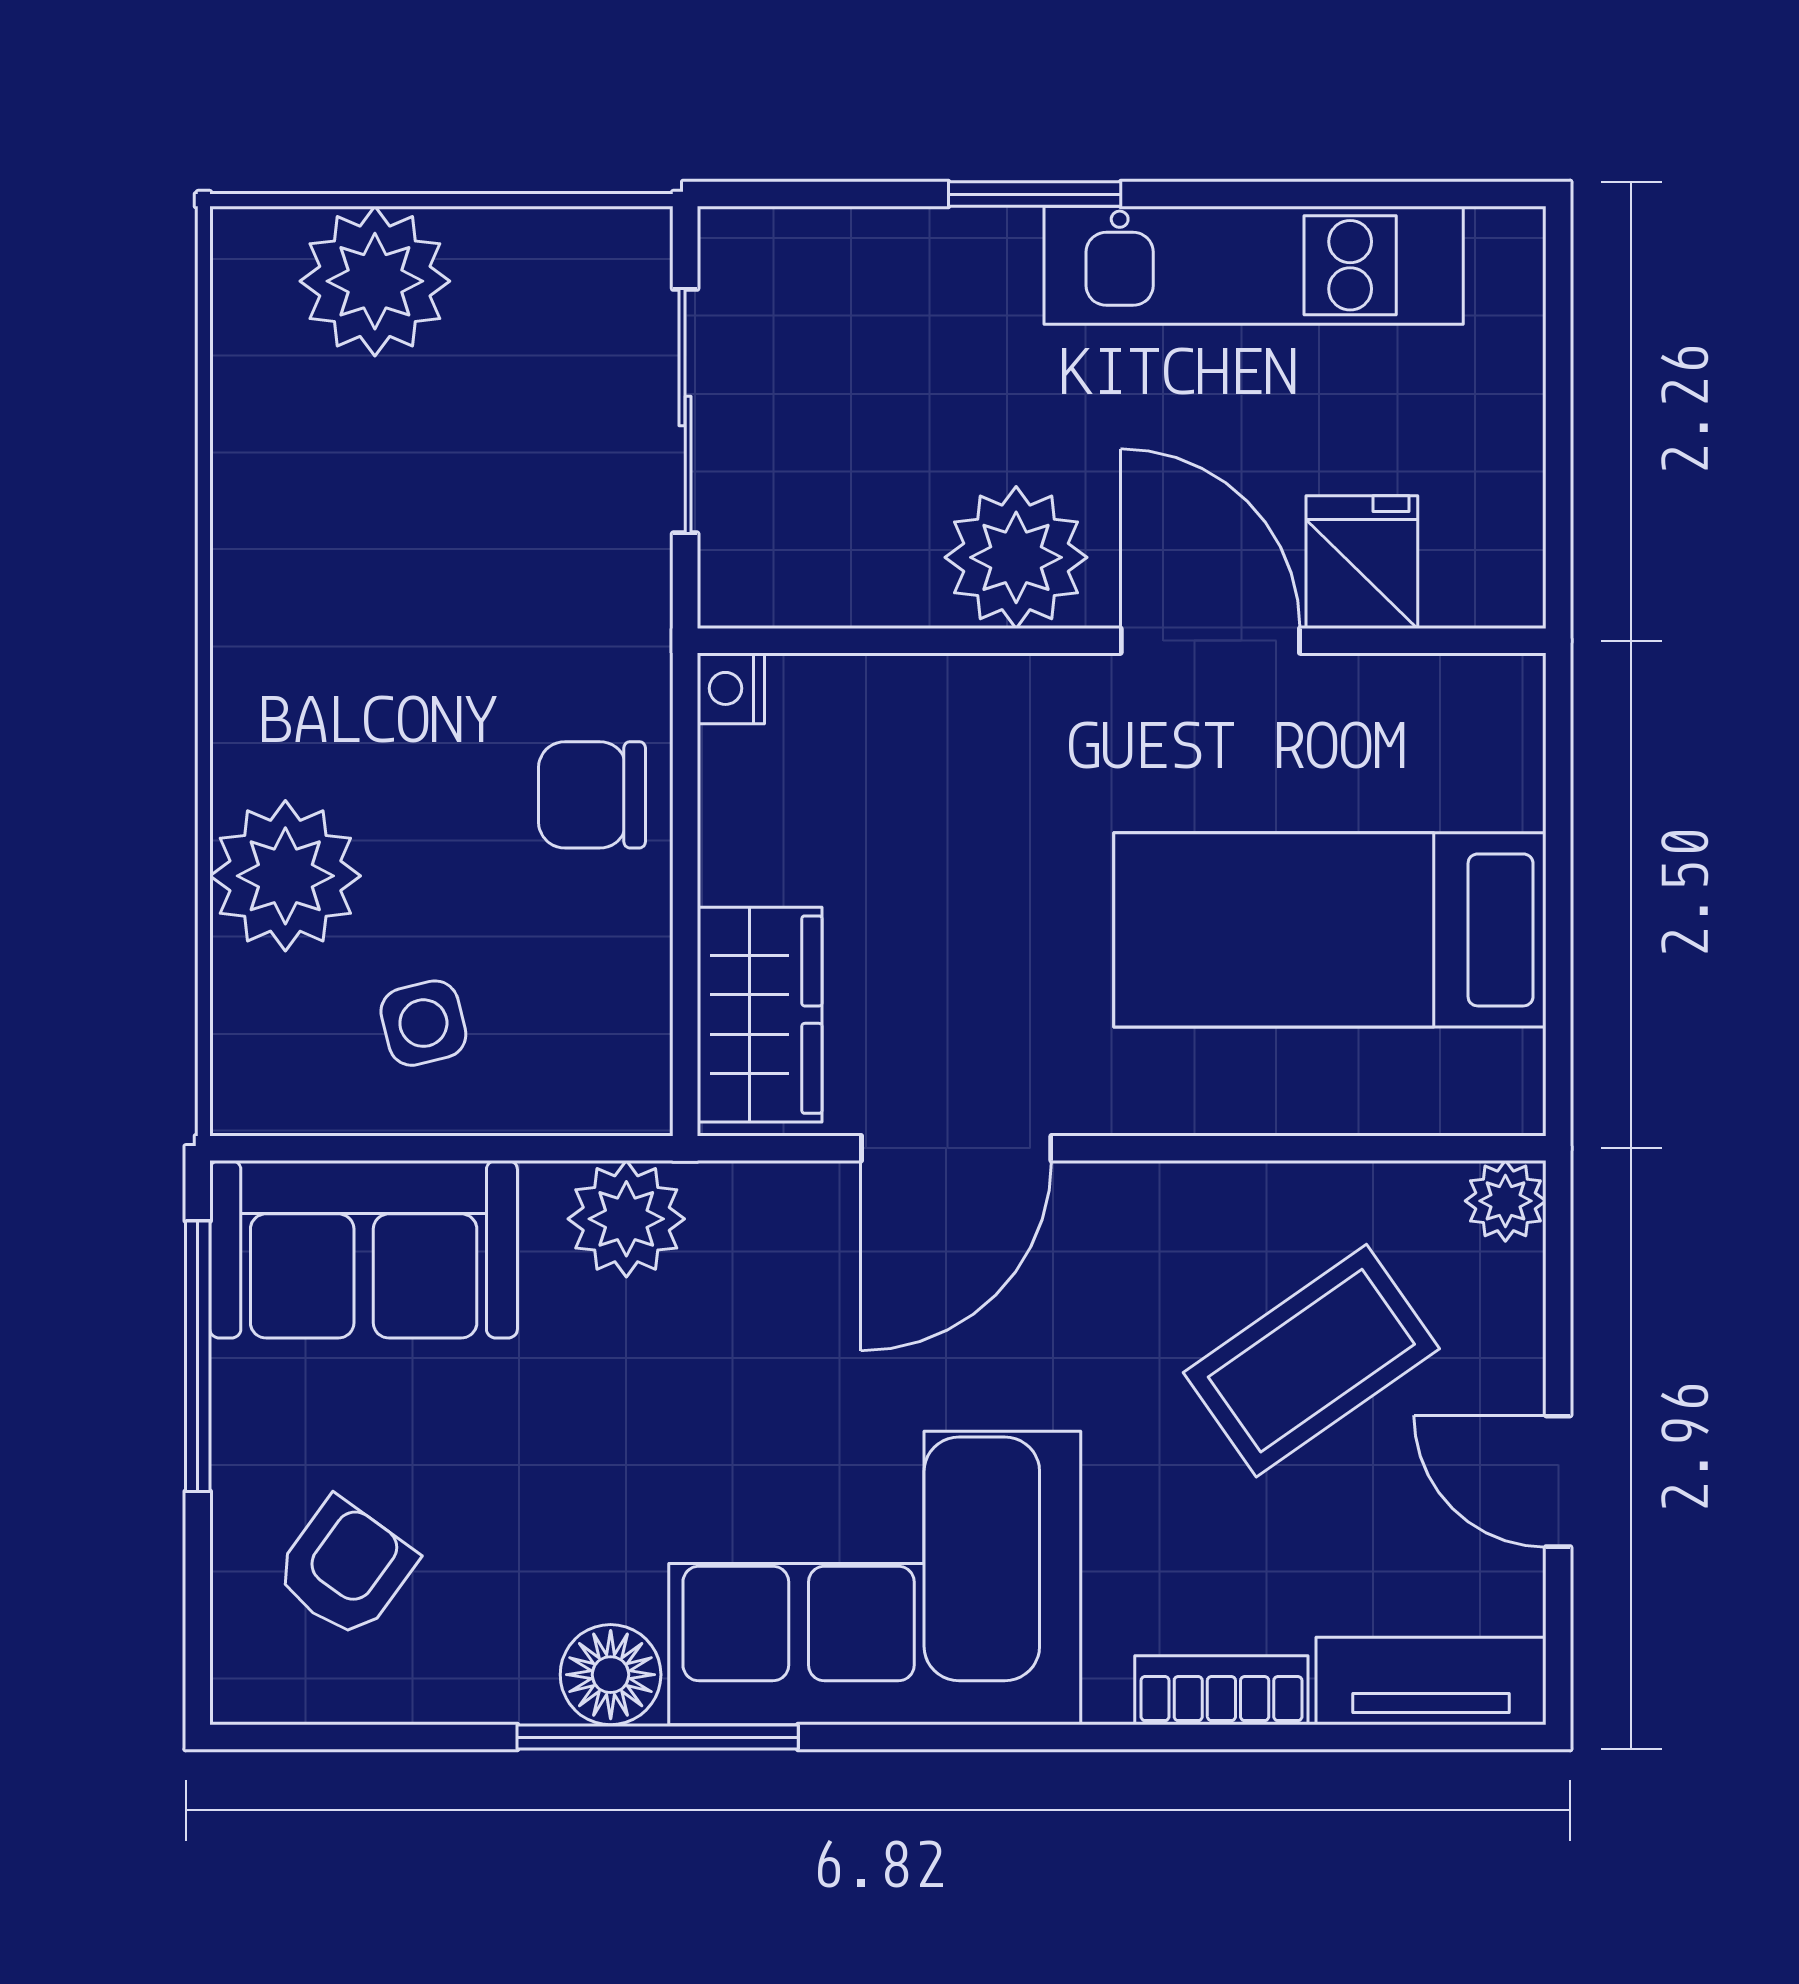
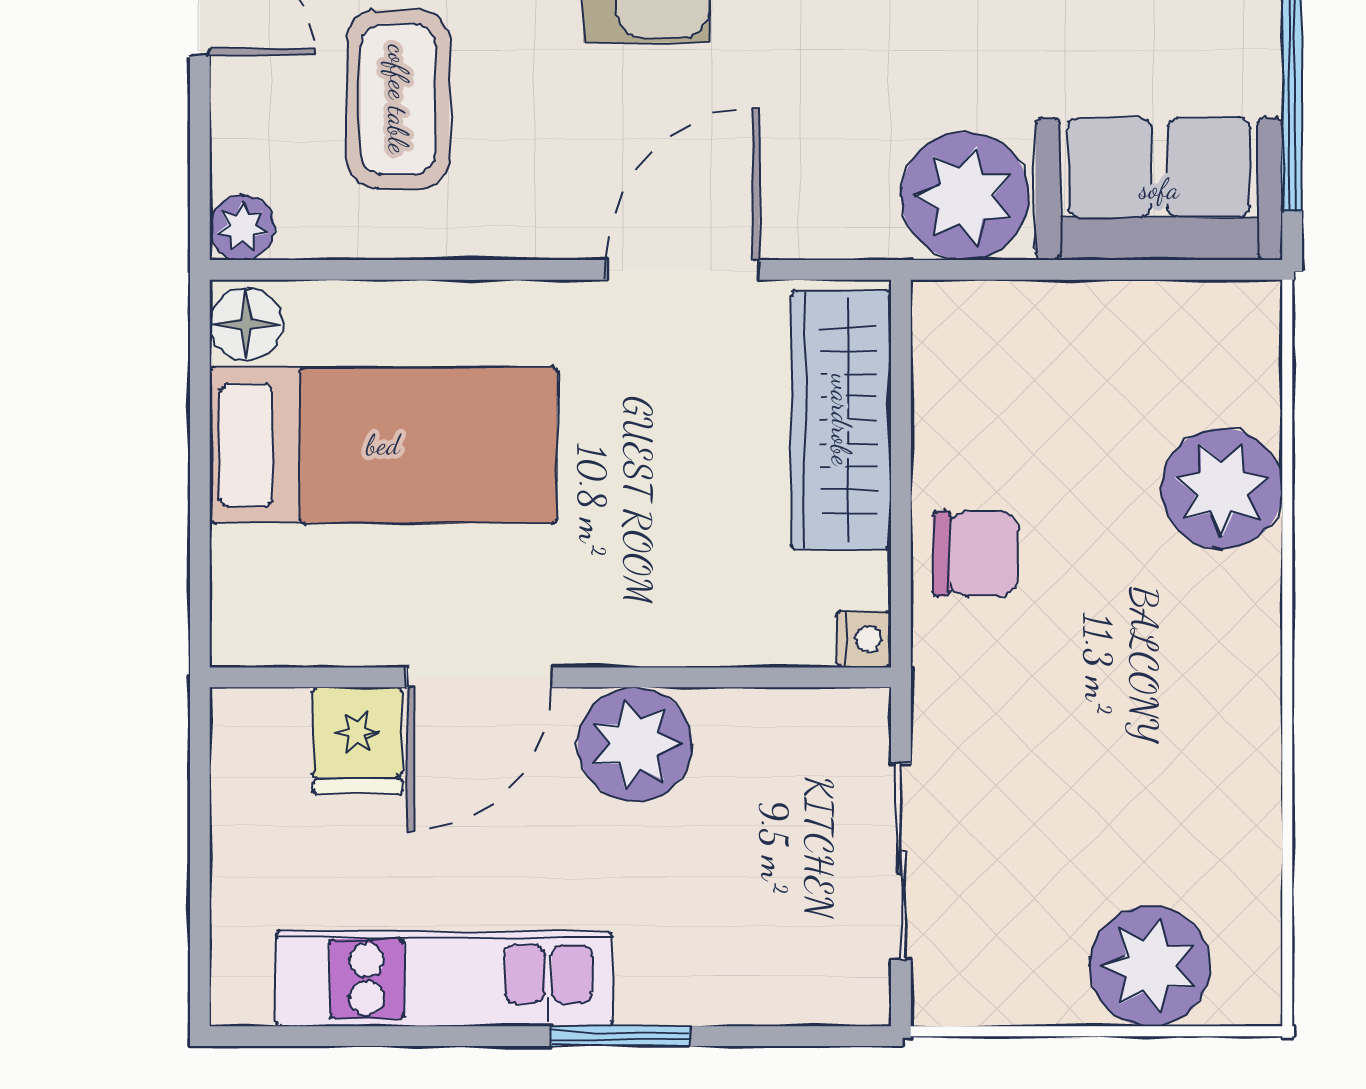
door: (1210, 641) -> (479, 677), hinge flipped
wardrobe: (760, 1015) -> (841, 420), width x1.50
side table: (423, 1023) -> (1111, 370), removed
floor lamp: (1501, 1081) -> (246, 324), added
plant: (626, 1219) -> (965, 196), width x1.36, depth x1.36
coffee table: (1311, 1361) -> (398, 99), turned -55

